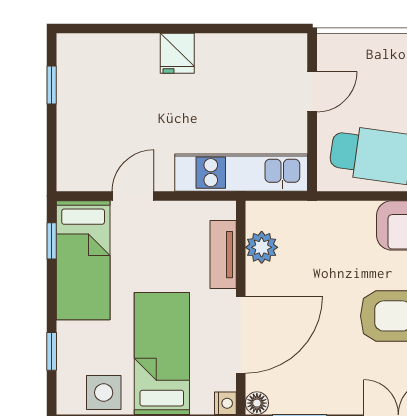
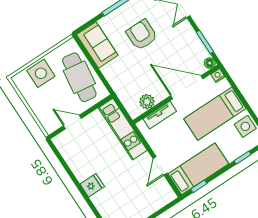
door: (133, 196) -> (160, 166), hinge flipped

